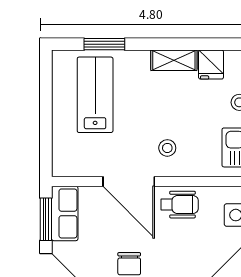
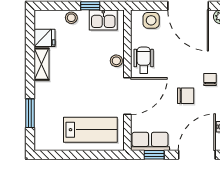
lab bench: (95, 95) -> (90, 130), moved, turned 180
stool: (167, 148) -> (116, 61), moved
window: (46, 219) -> (154, 155), width x0.67

